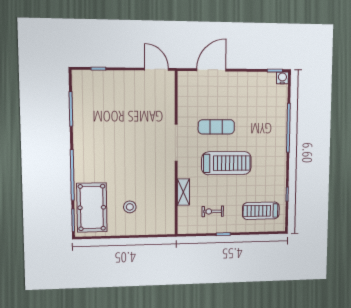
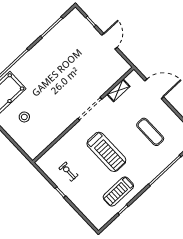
door: (157, 69) -> (109, 41), moved
exercise mat: (216, 127) -> (150, 132), moved
shelving: (183, 192) -> (118, 90), moved
treadmill: (261, 211) -> (118, 192), moved, turned -90

